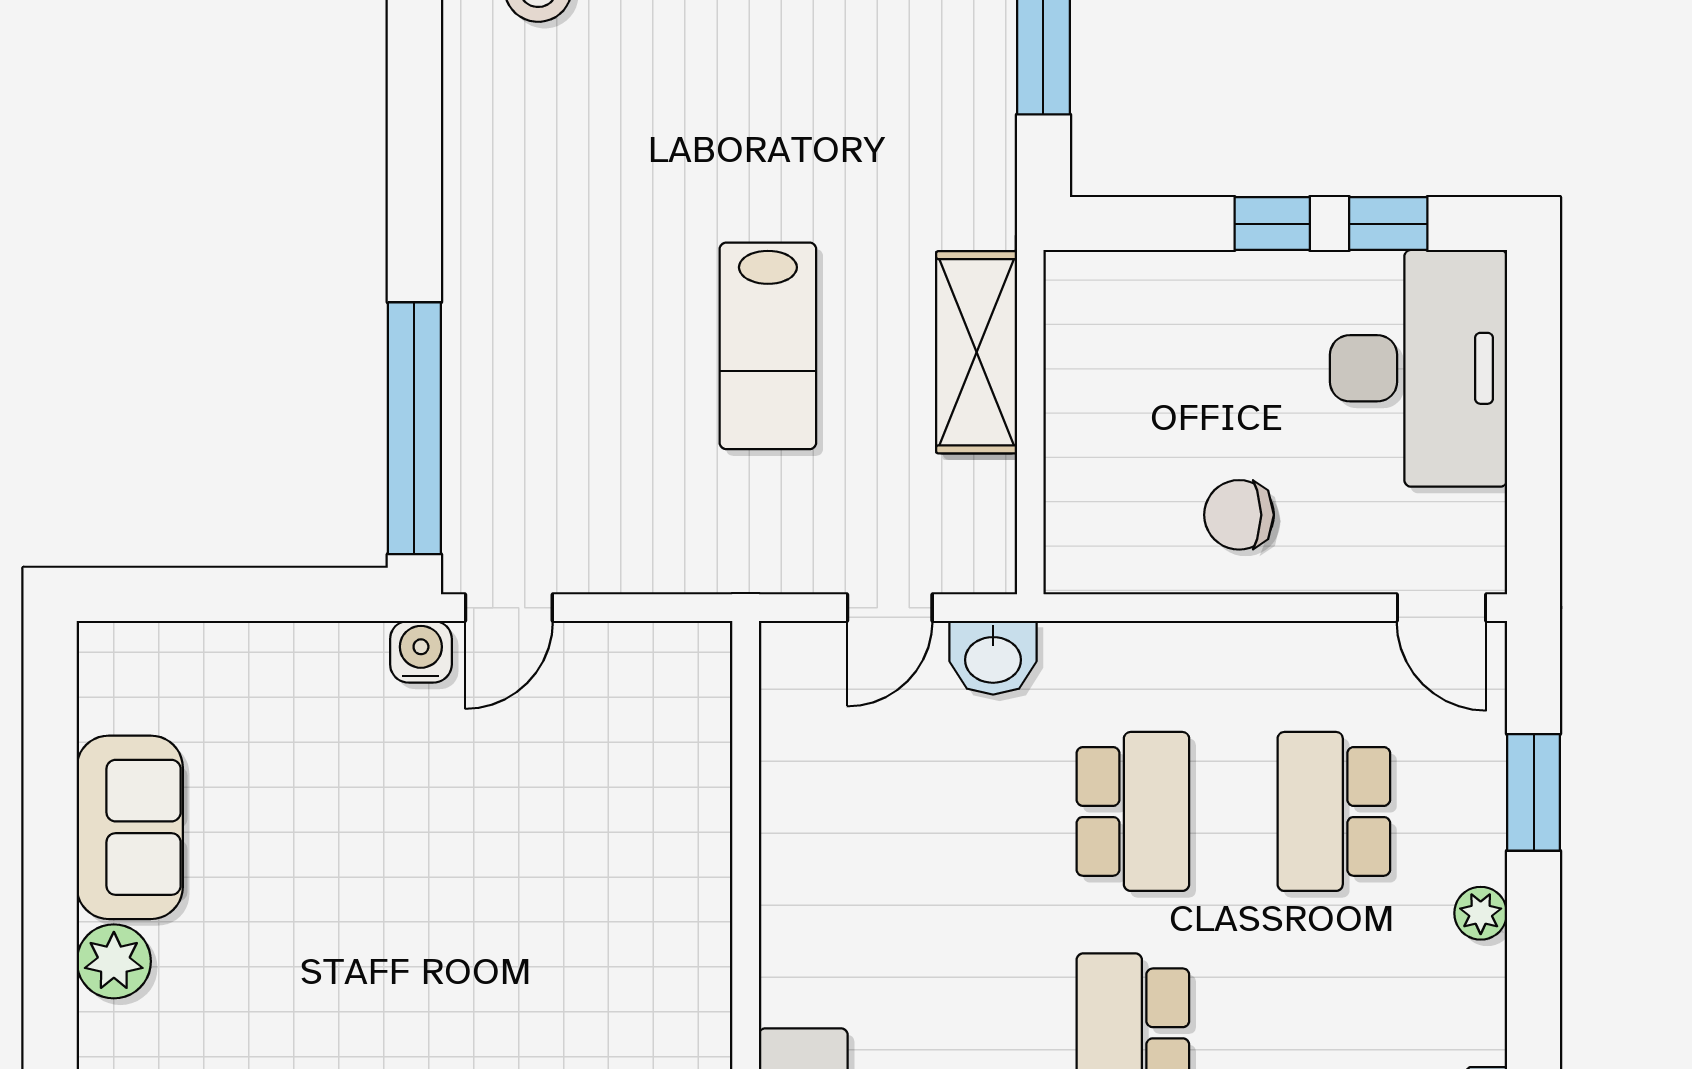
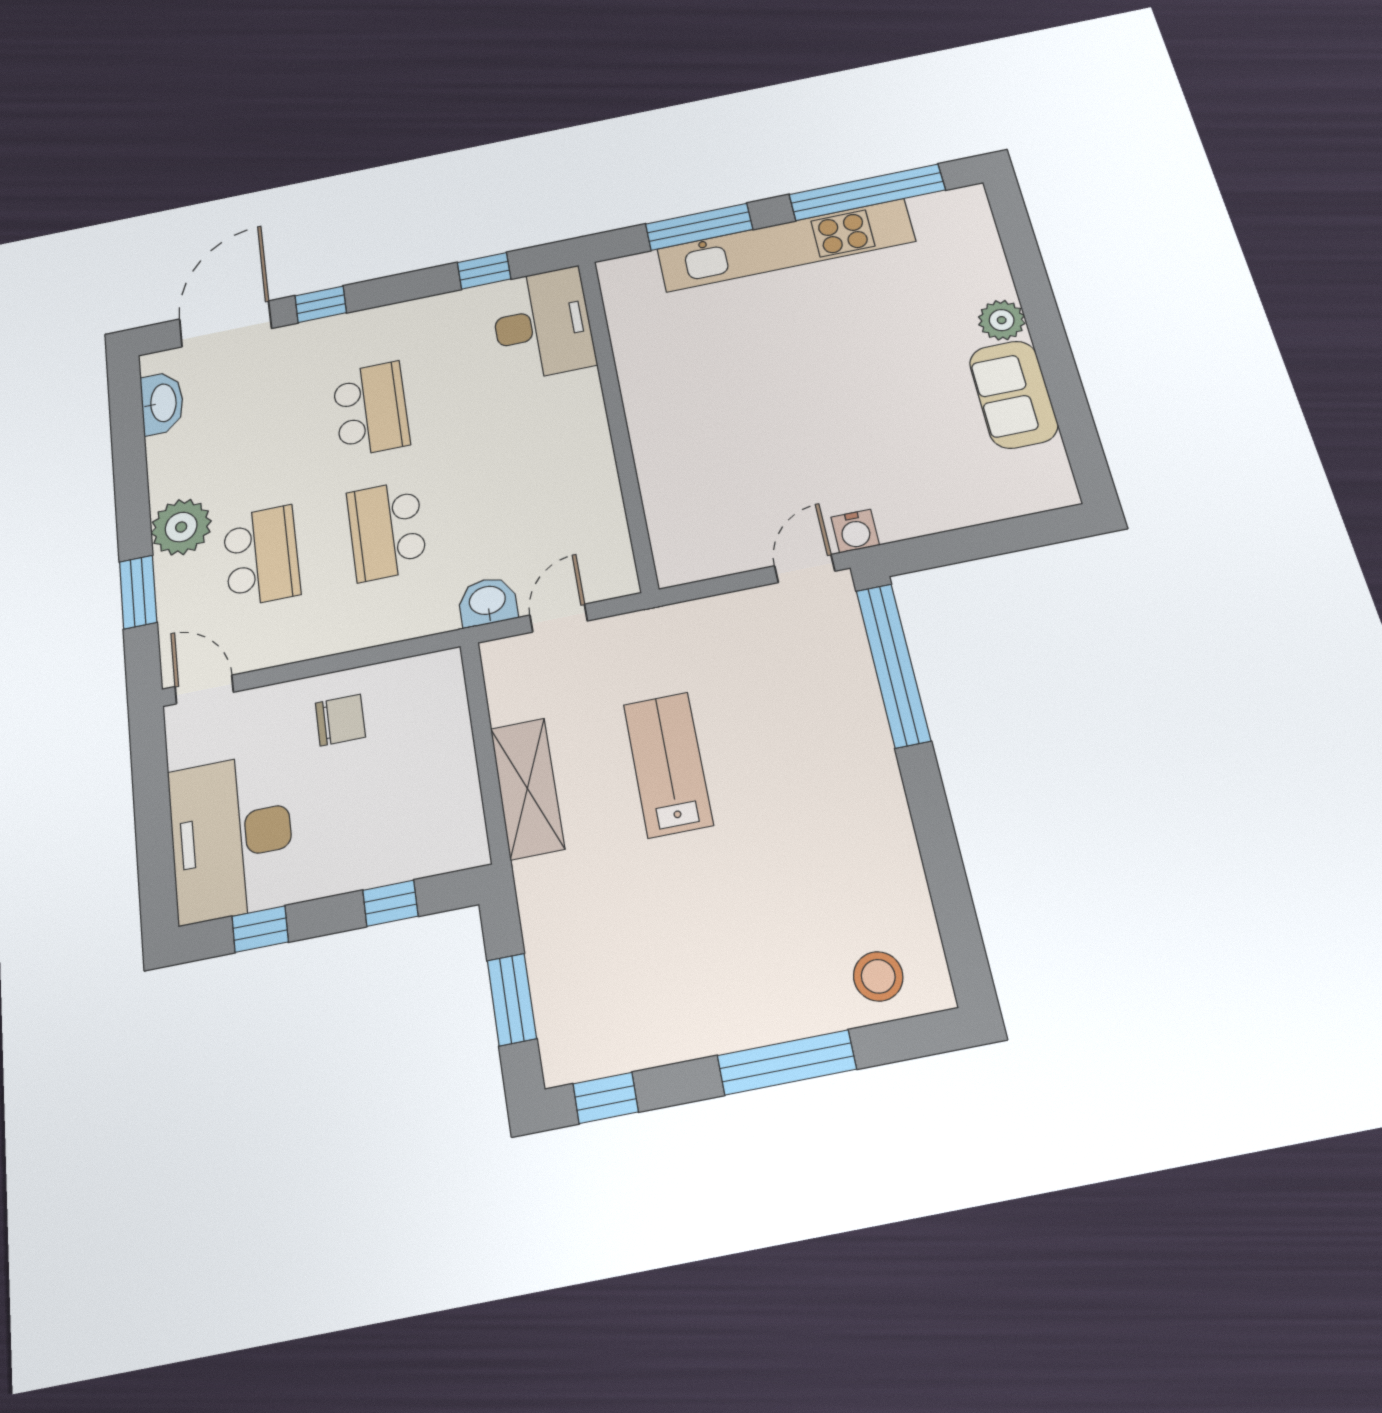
window: (1272, 224) -> (390, 903), moved
plant: (1481, 913) -> (181, 527), width x1.88, depth x1.88

